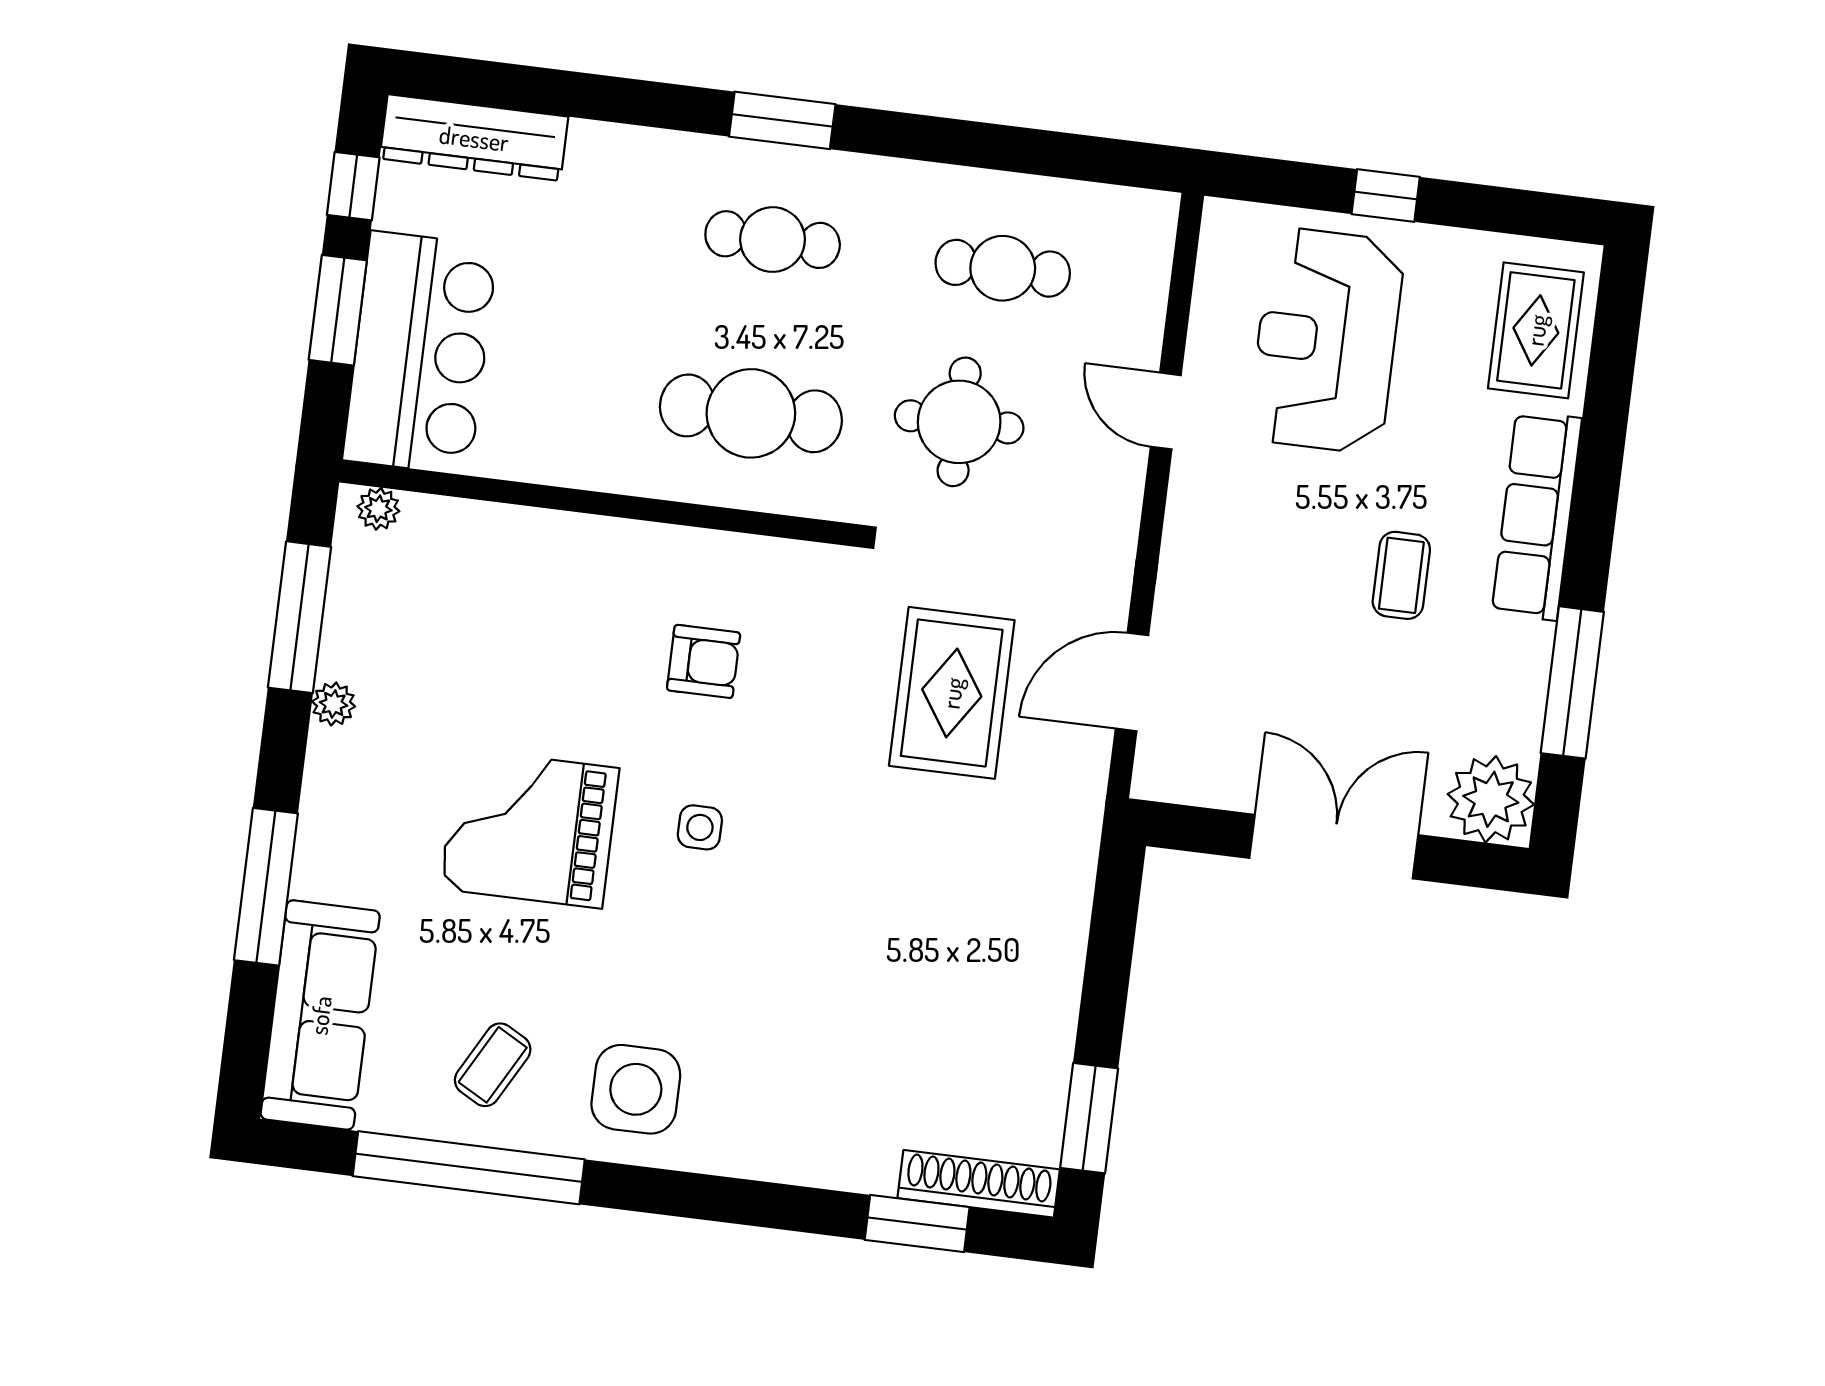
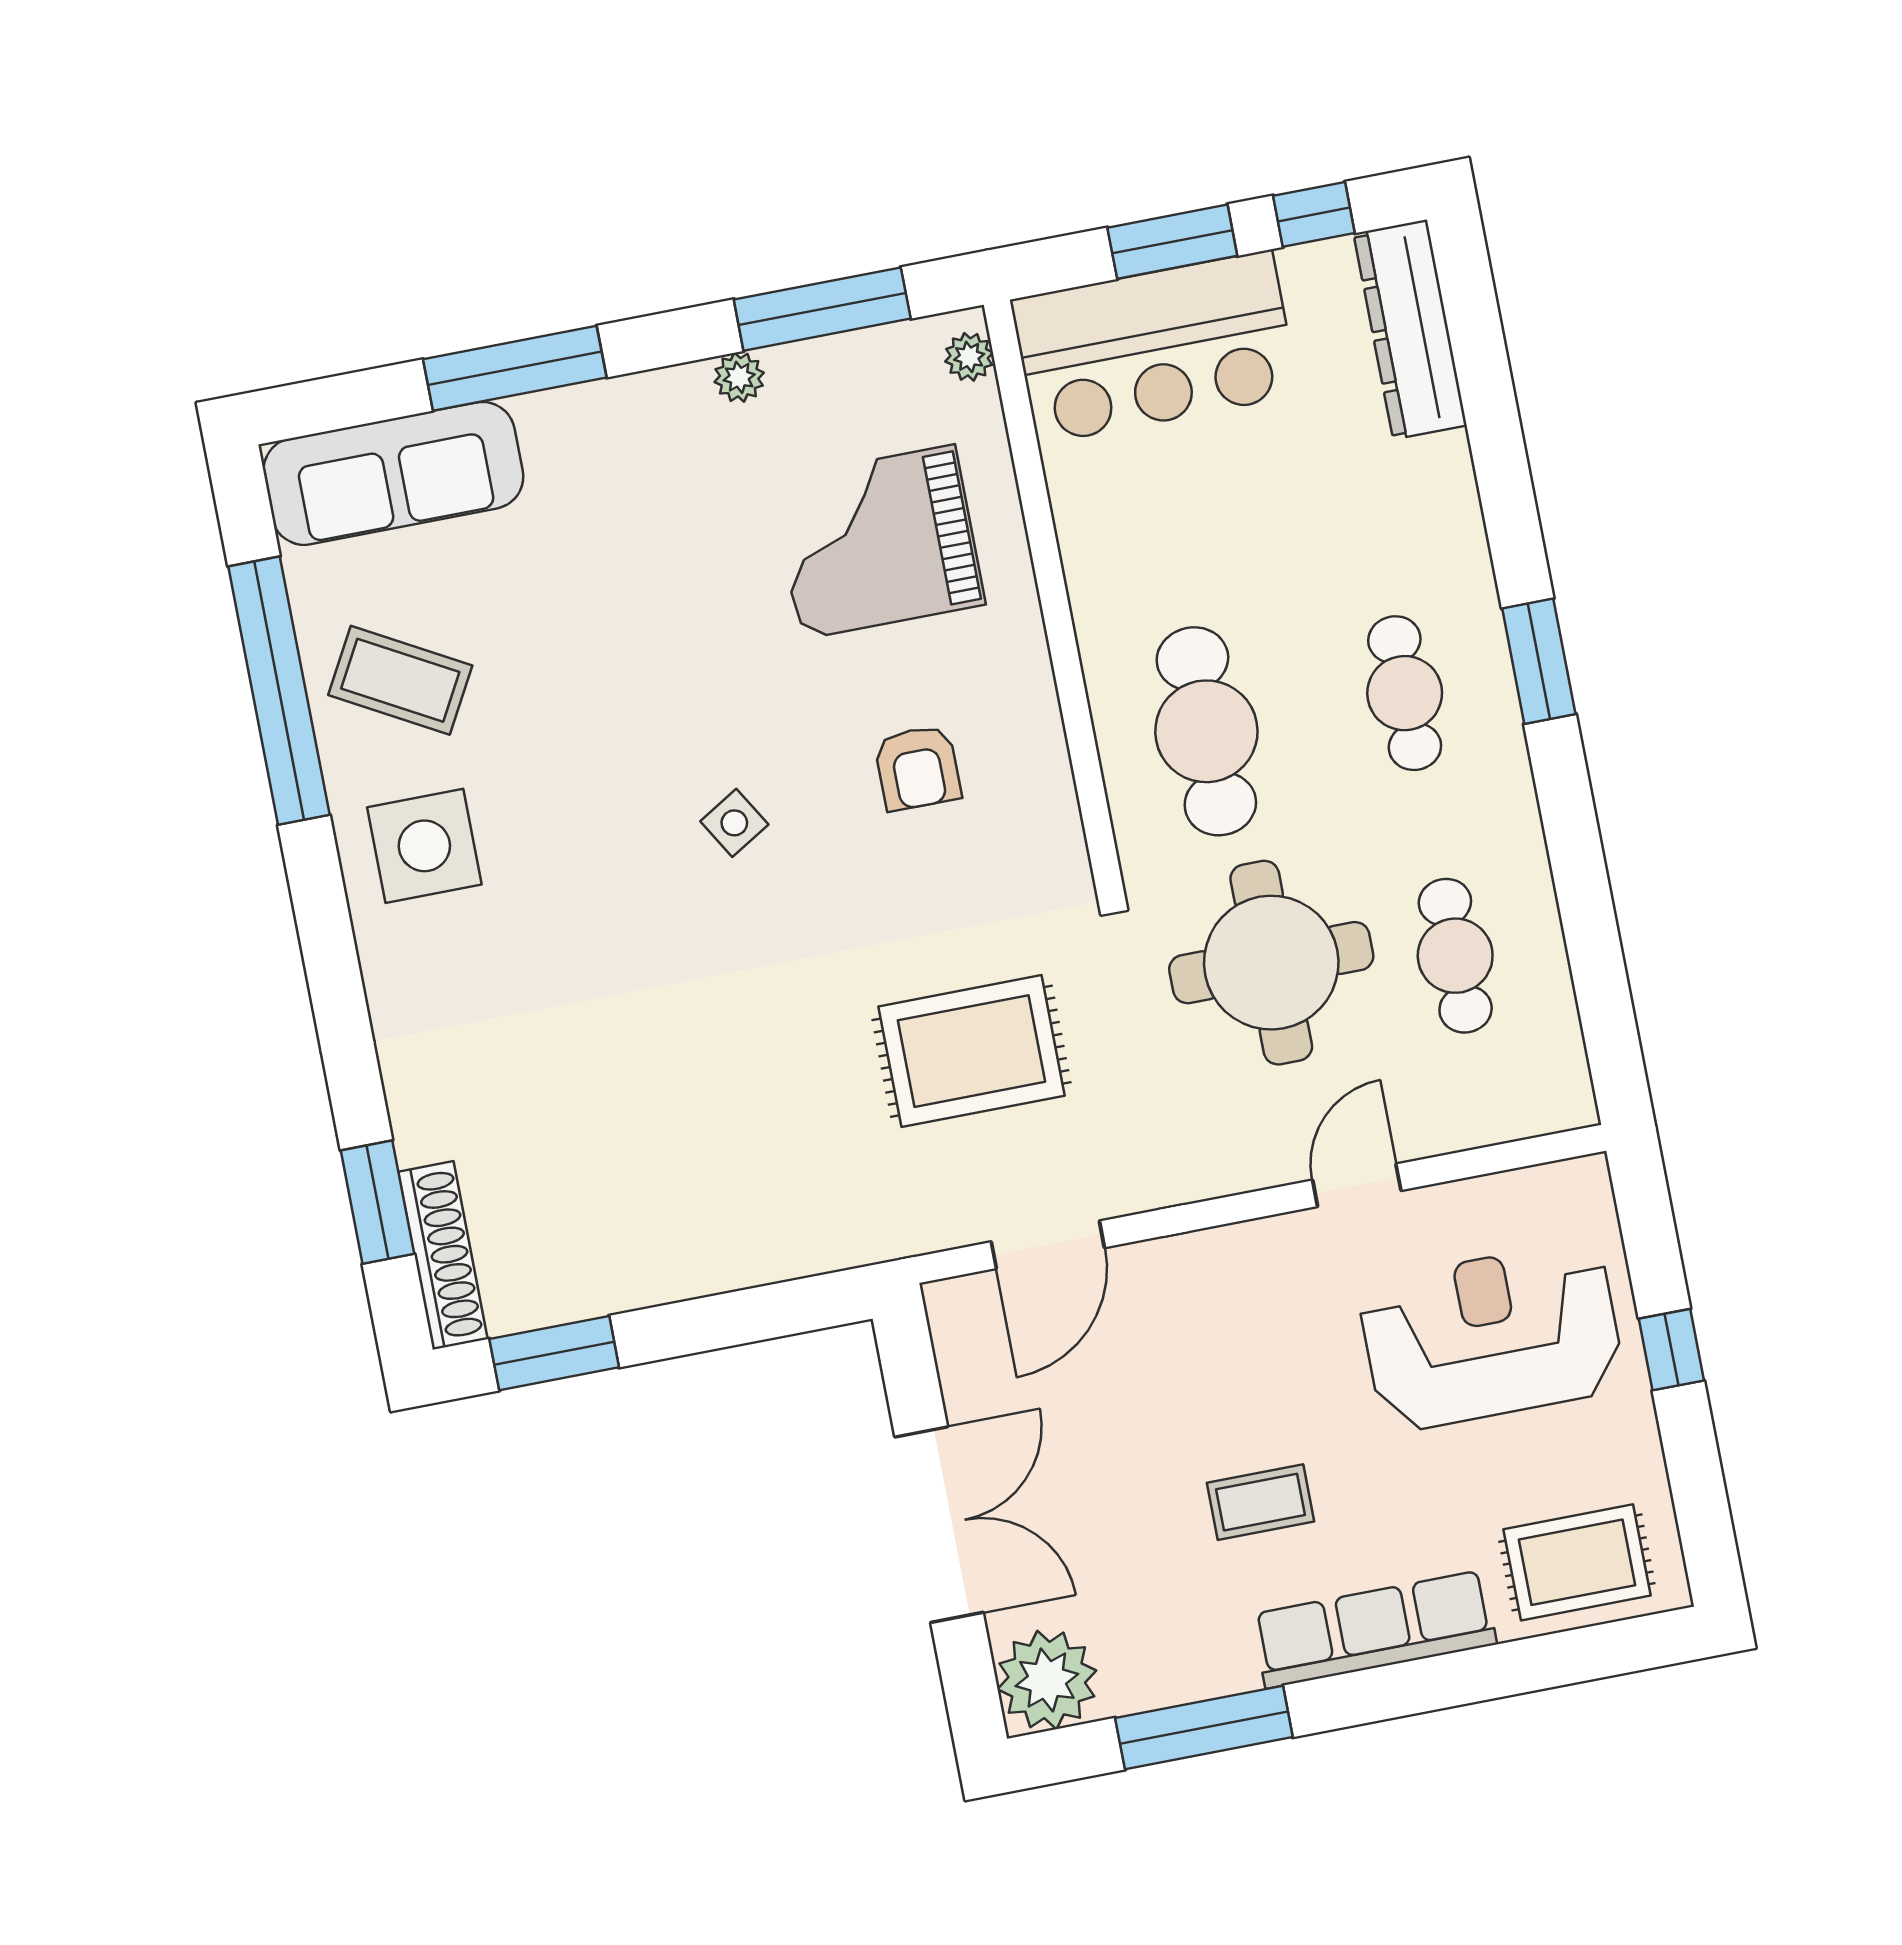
round table: (959, 422) -> (1271, 963), width x1.36, depth x1.36
door: (1132, 682) -> (1048, 1245), swing flipped
side table: (700, 827) -> (734, 823), turned -31
grand piano: (530, 828) -> (878, 542), moved, turned -90
coffee table: (493, 1065) -> (400, 680), width x1.36, depth x1.30

